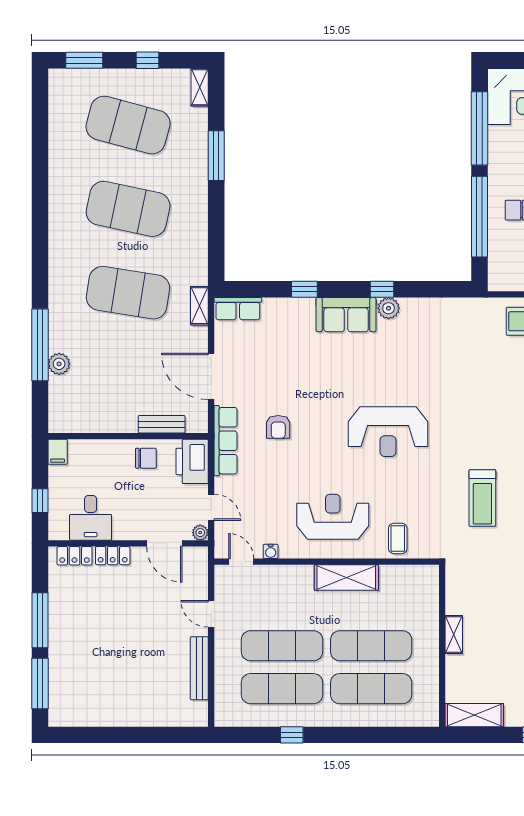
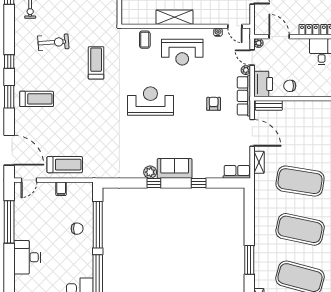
shelving: (199, 306) -> (259, 162), moved
bench: (162, 424) -> (269, 105), moved
plant: (222, 486) -> (246, 70), added

